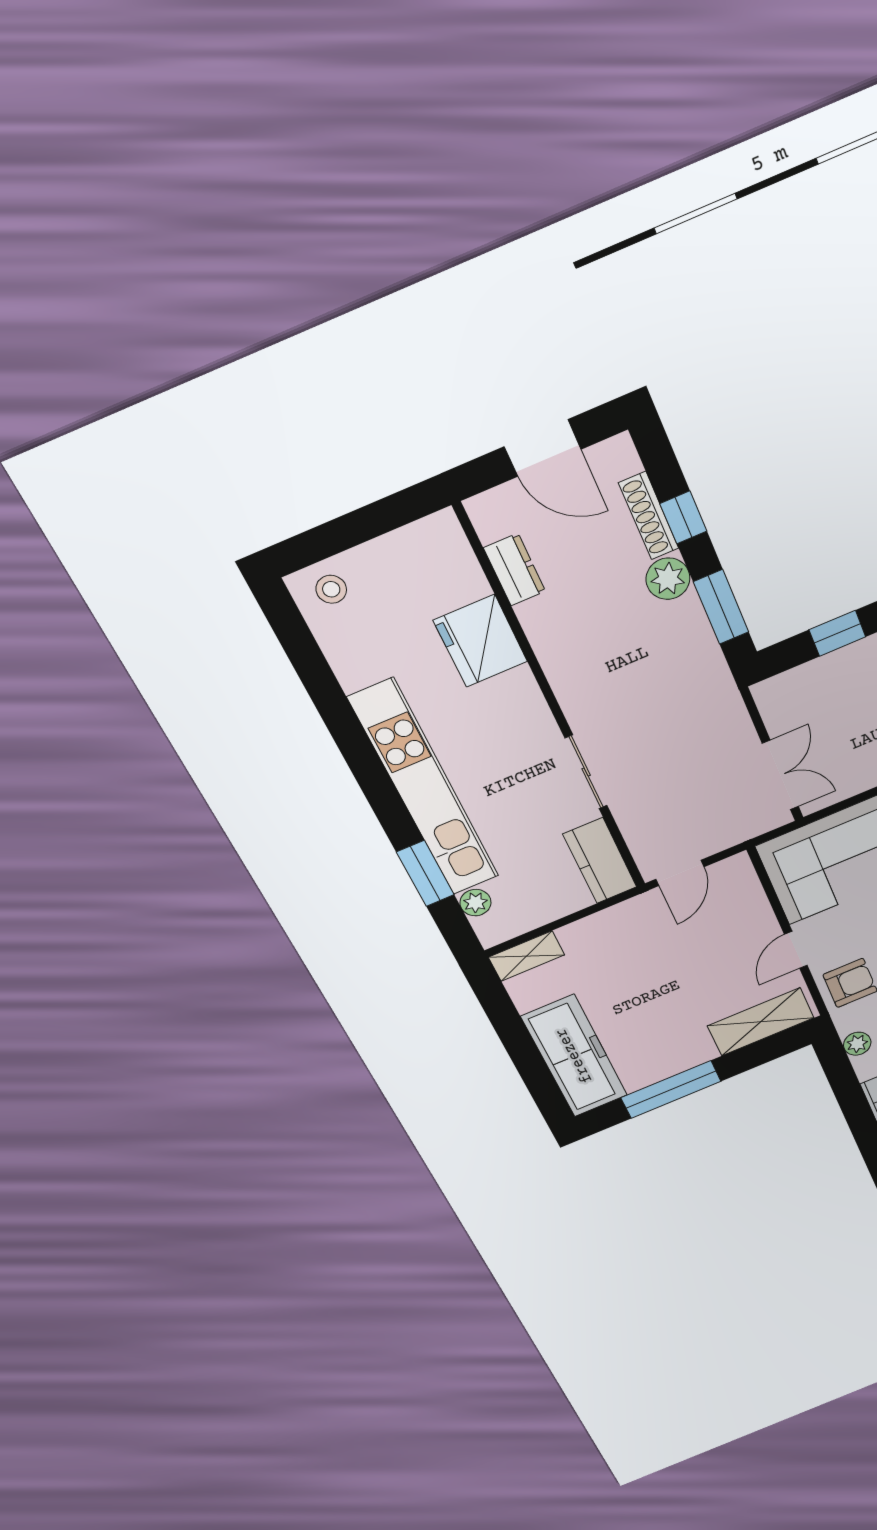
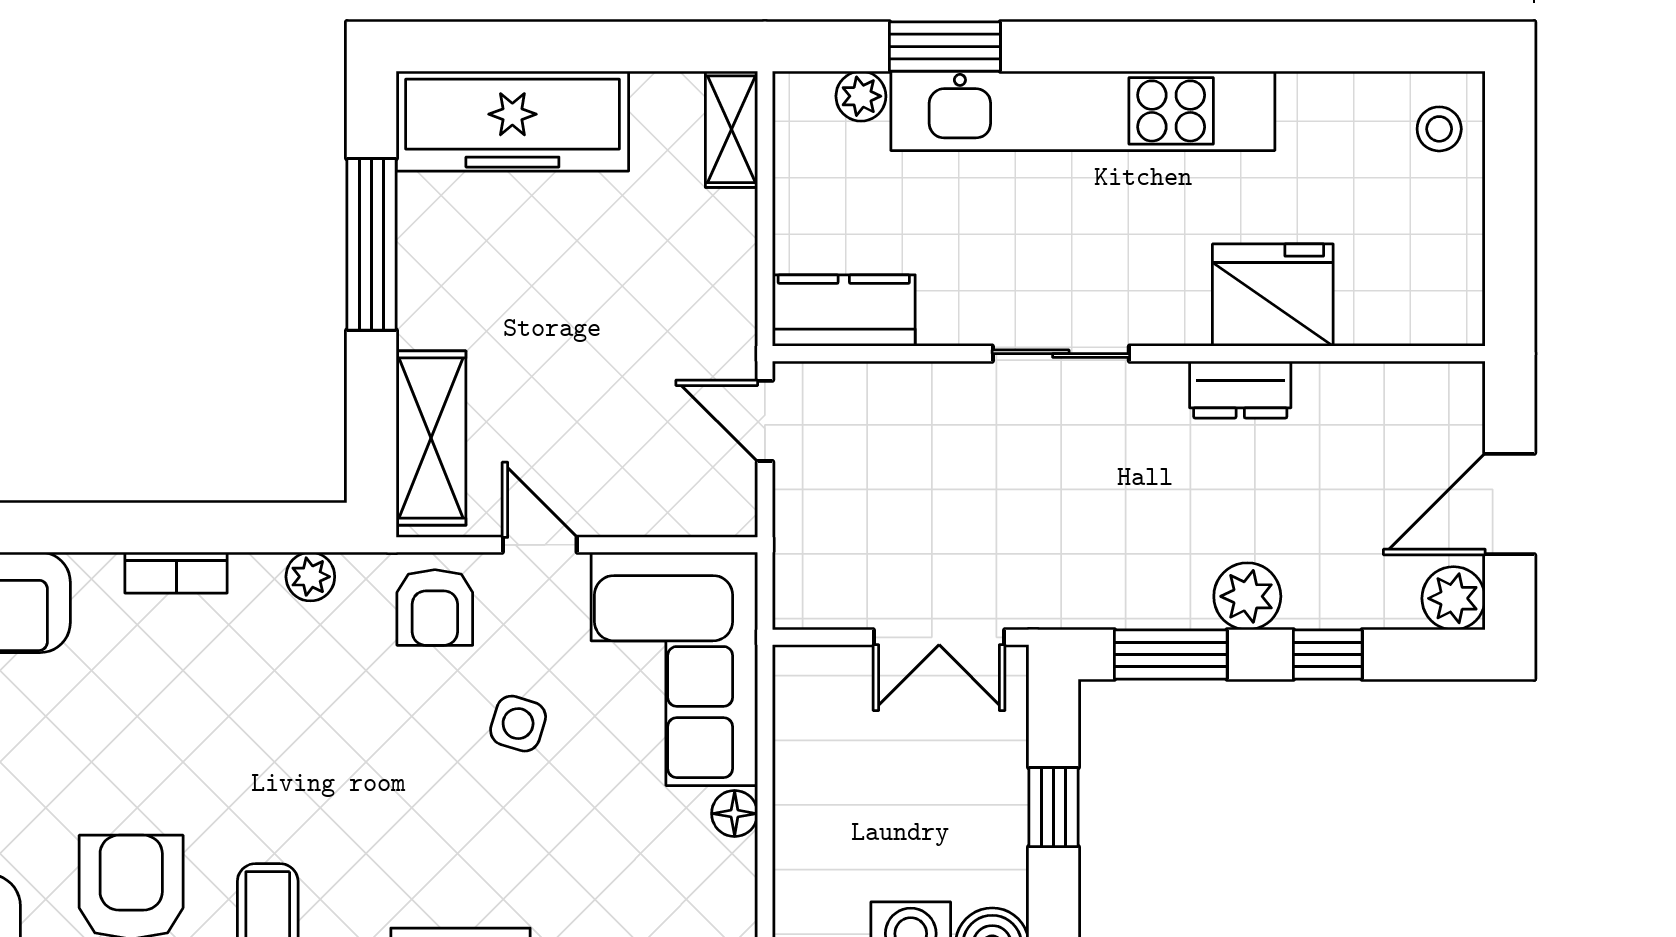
plant: (617, 457) -> (1454, 598), added
shoe rack: (649, 516) -> (1351, 608), removed
dresser: (515, 570) -> (1240, 390), moved
sliding door: (586, 772) -> (1061, 354), moved
double door: (780, 775) -> (939, 637), moved

